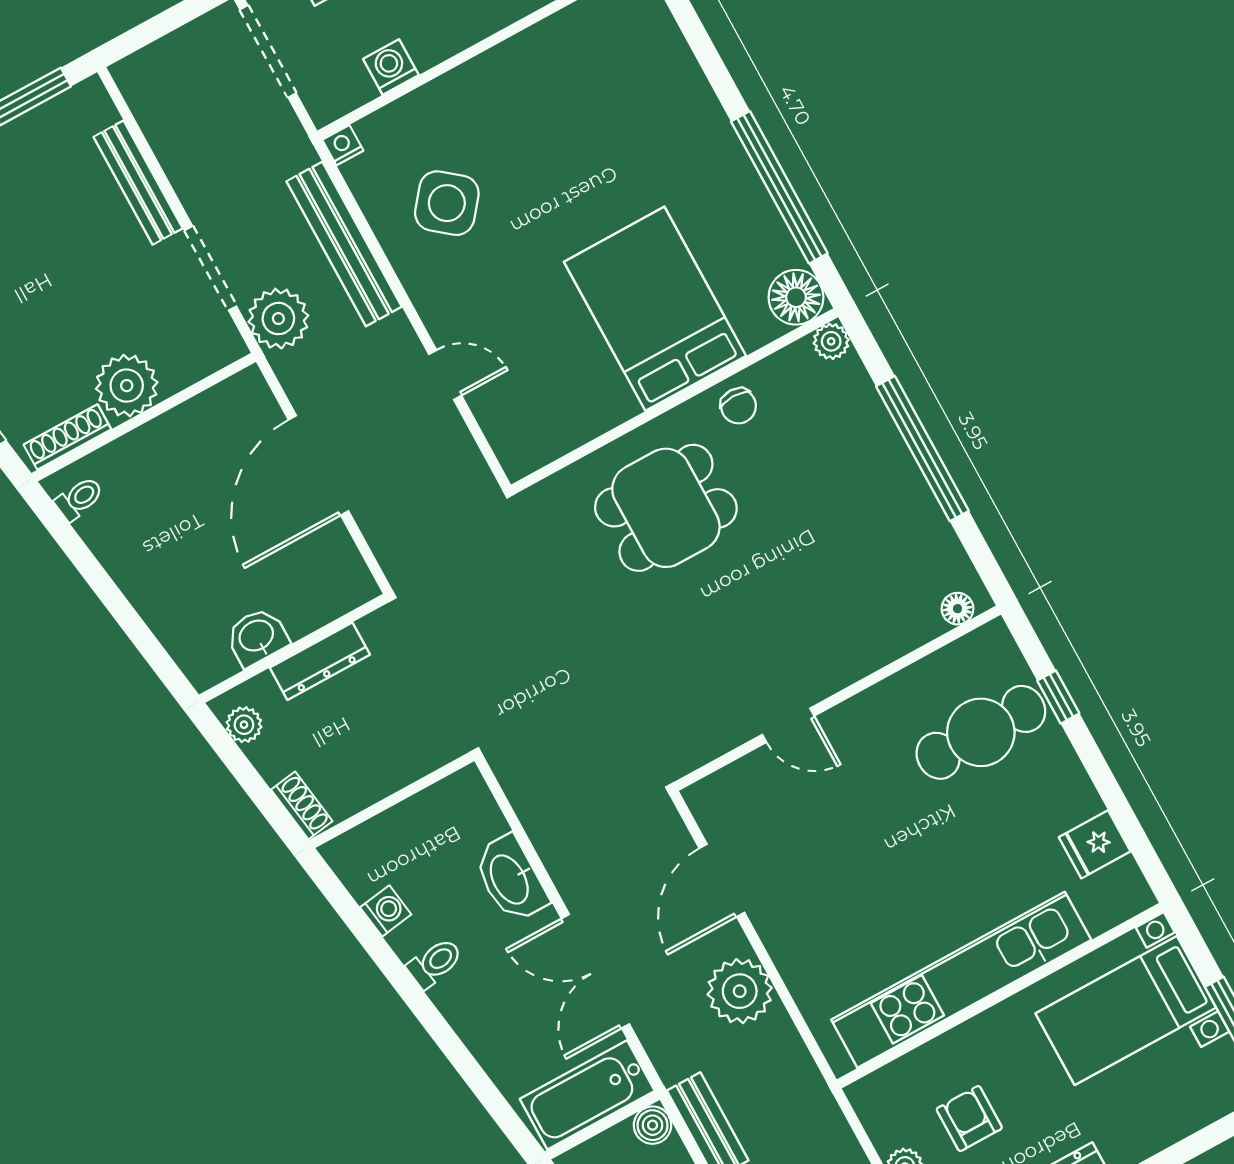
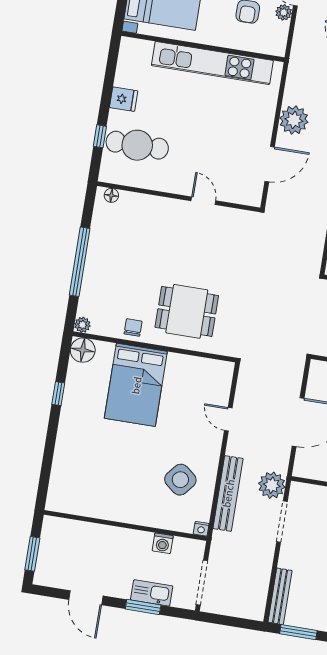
bench: (138, 183) -> (280, 596), moved
window: (779, 187) -> (58, 394), width x0.32
fridge: (1095, 844) -> (124, 99), moved

